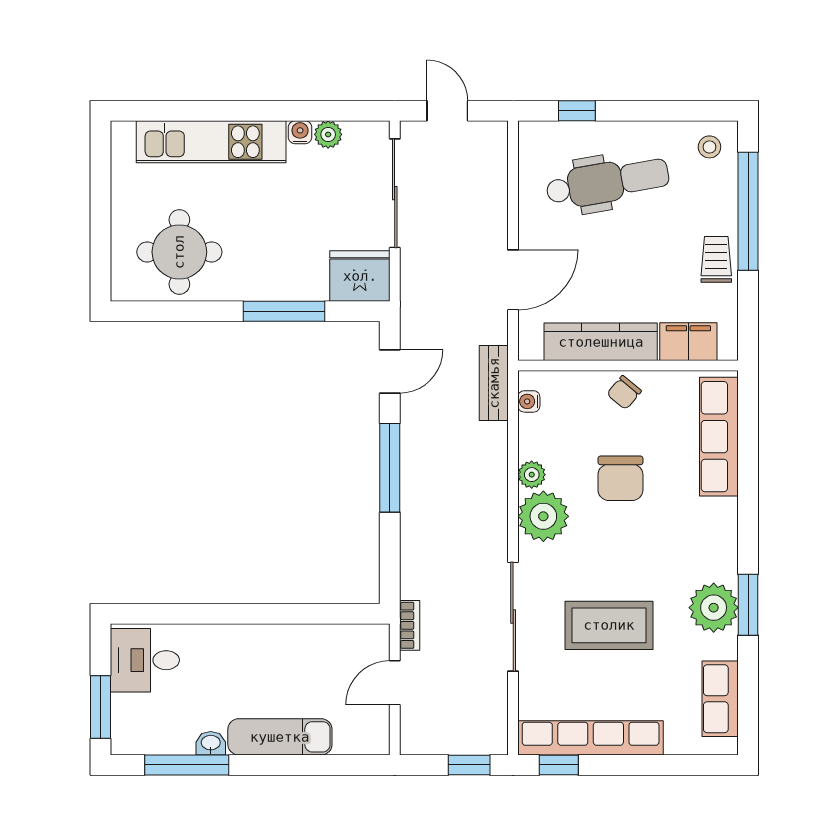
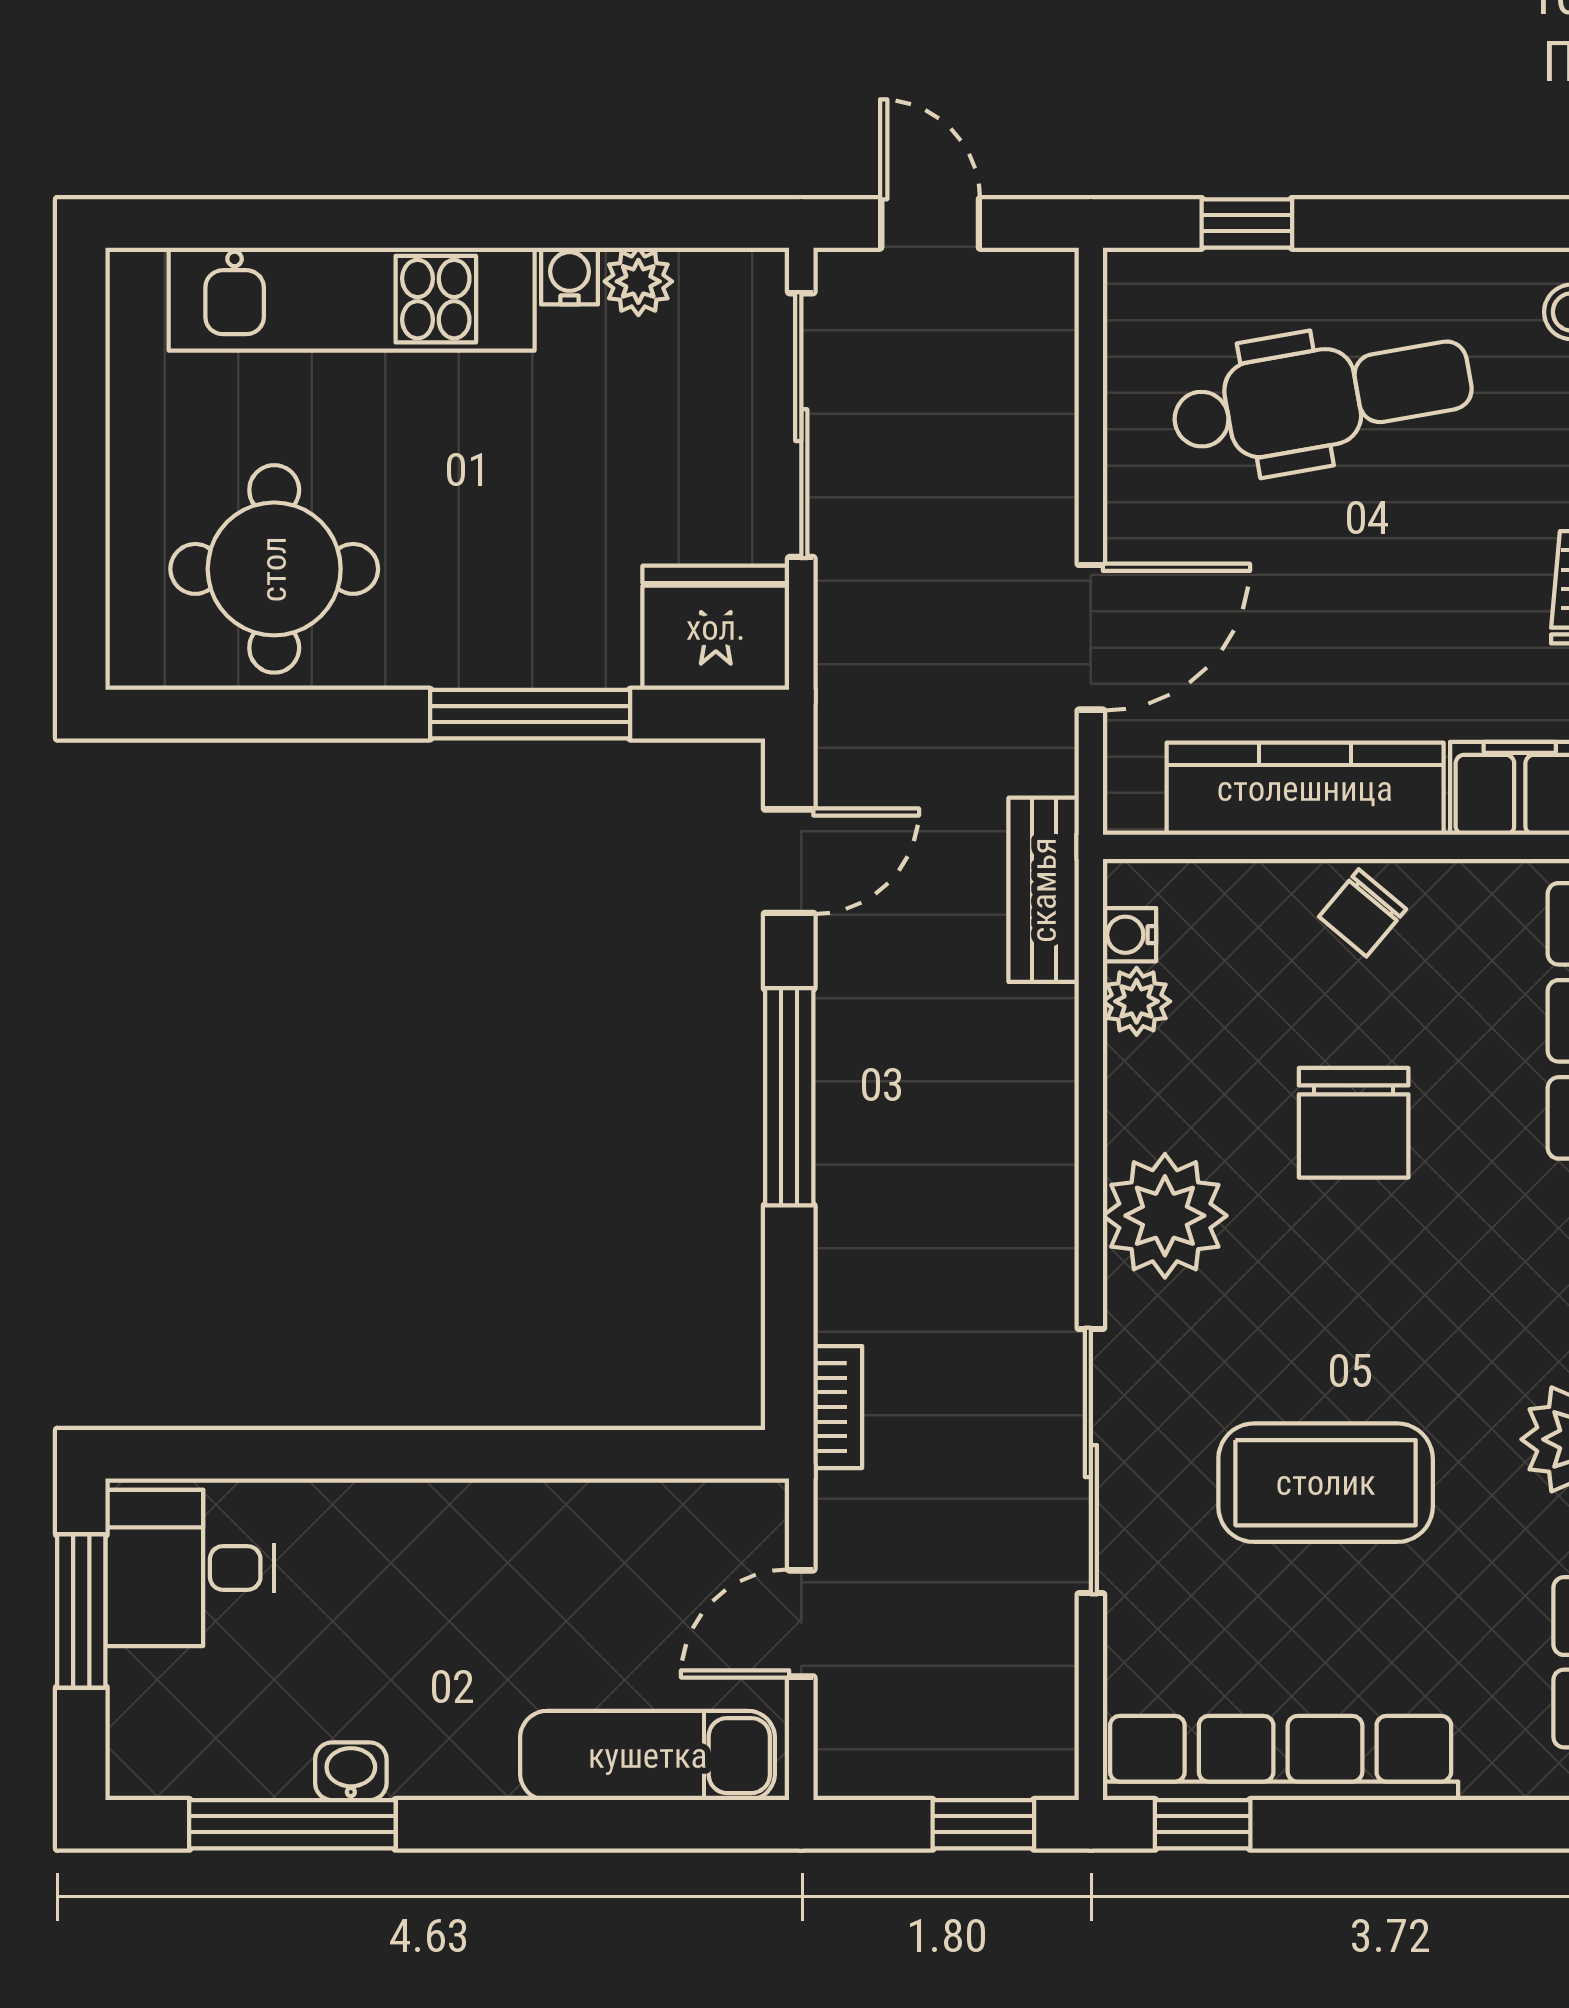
plant: (532, 475) -> (1137, 1001), moved
bookcase: (410, 625) -> (838, 1407), moved
window: (101, 707) -> (81, 1611), moved
exam couch: (280, 737) -> (648, 1756), moved

